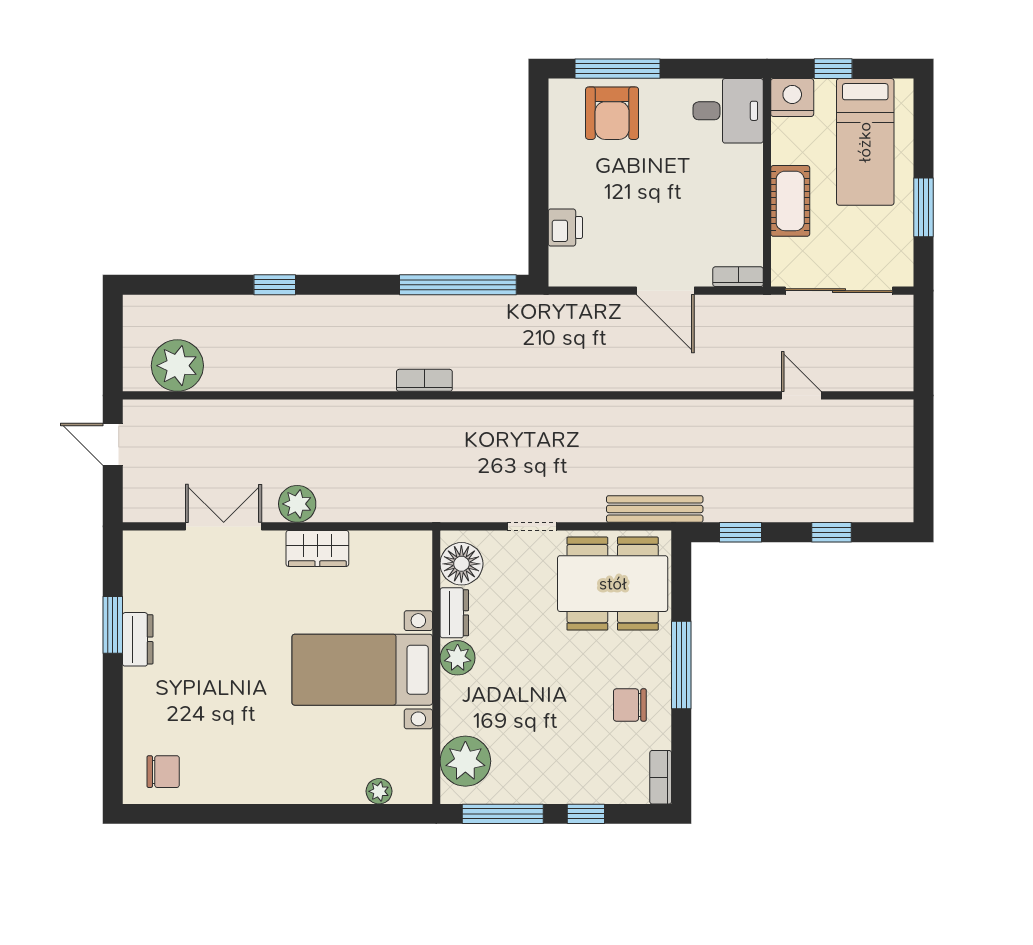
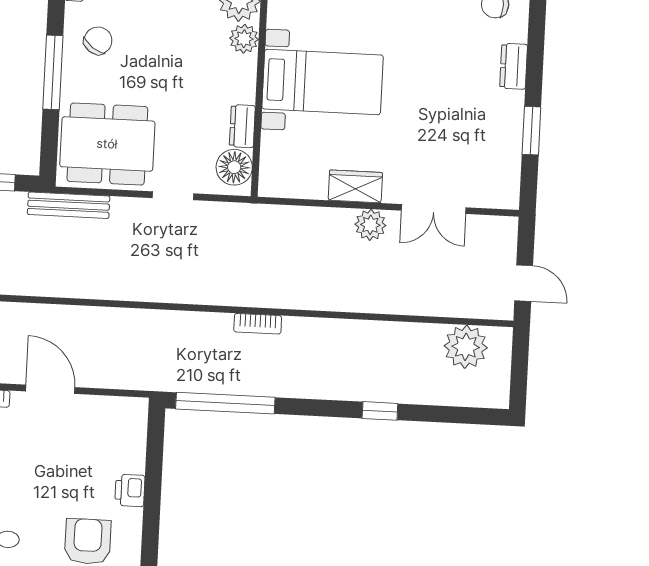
printer: (565, 227) -> (130, 490), moved
dresser: (138, 639) -> (514, 66), moved
plant: (458, 658) -> (244, 39), moved
chair: (630, 705) -> (98, 41), turned -54

